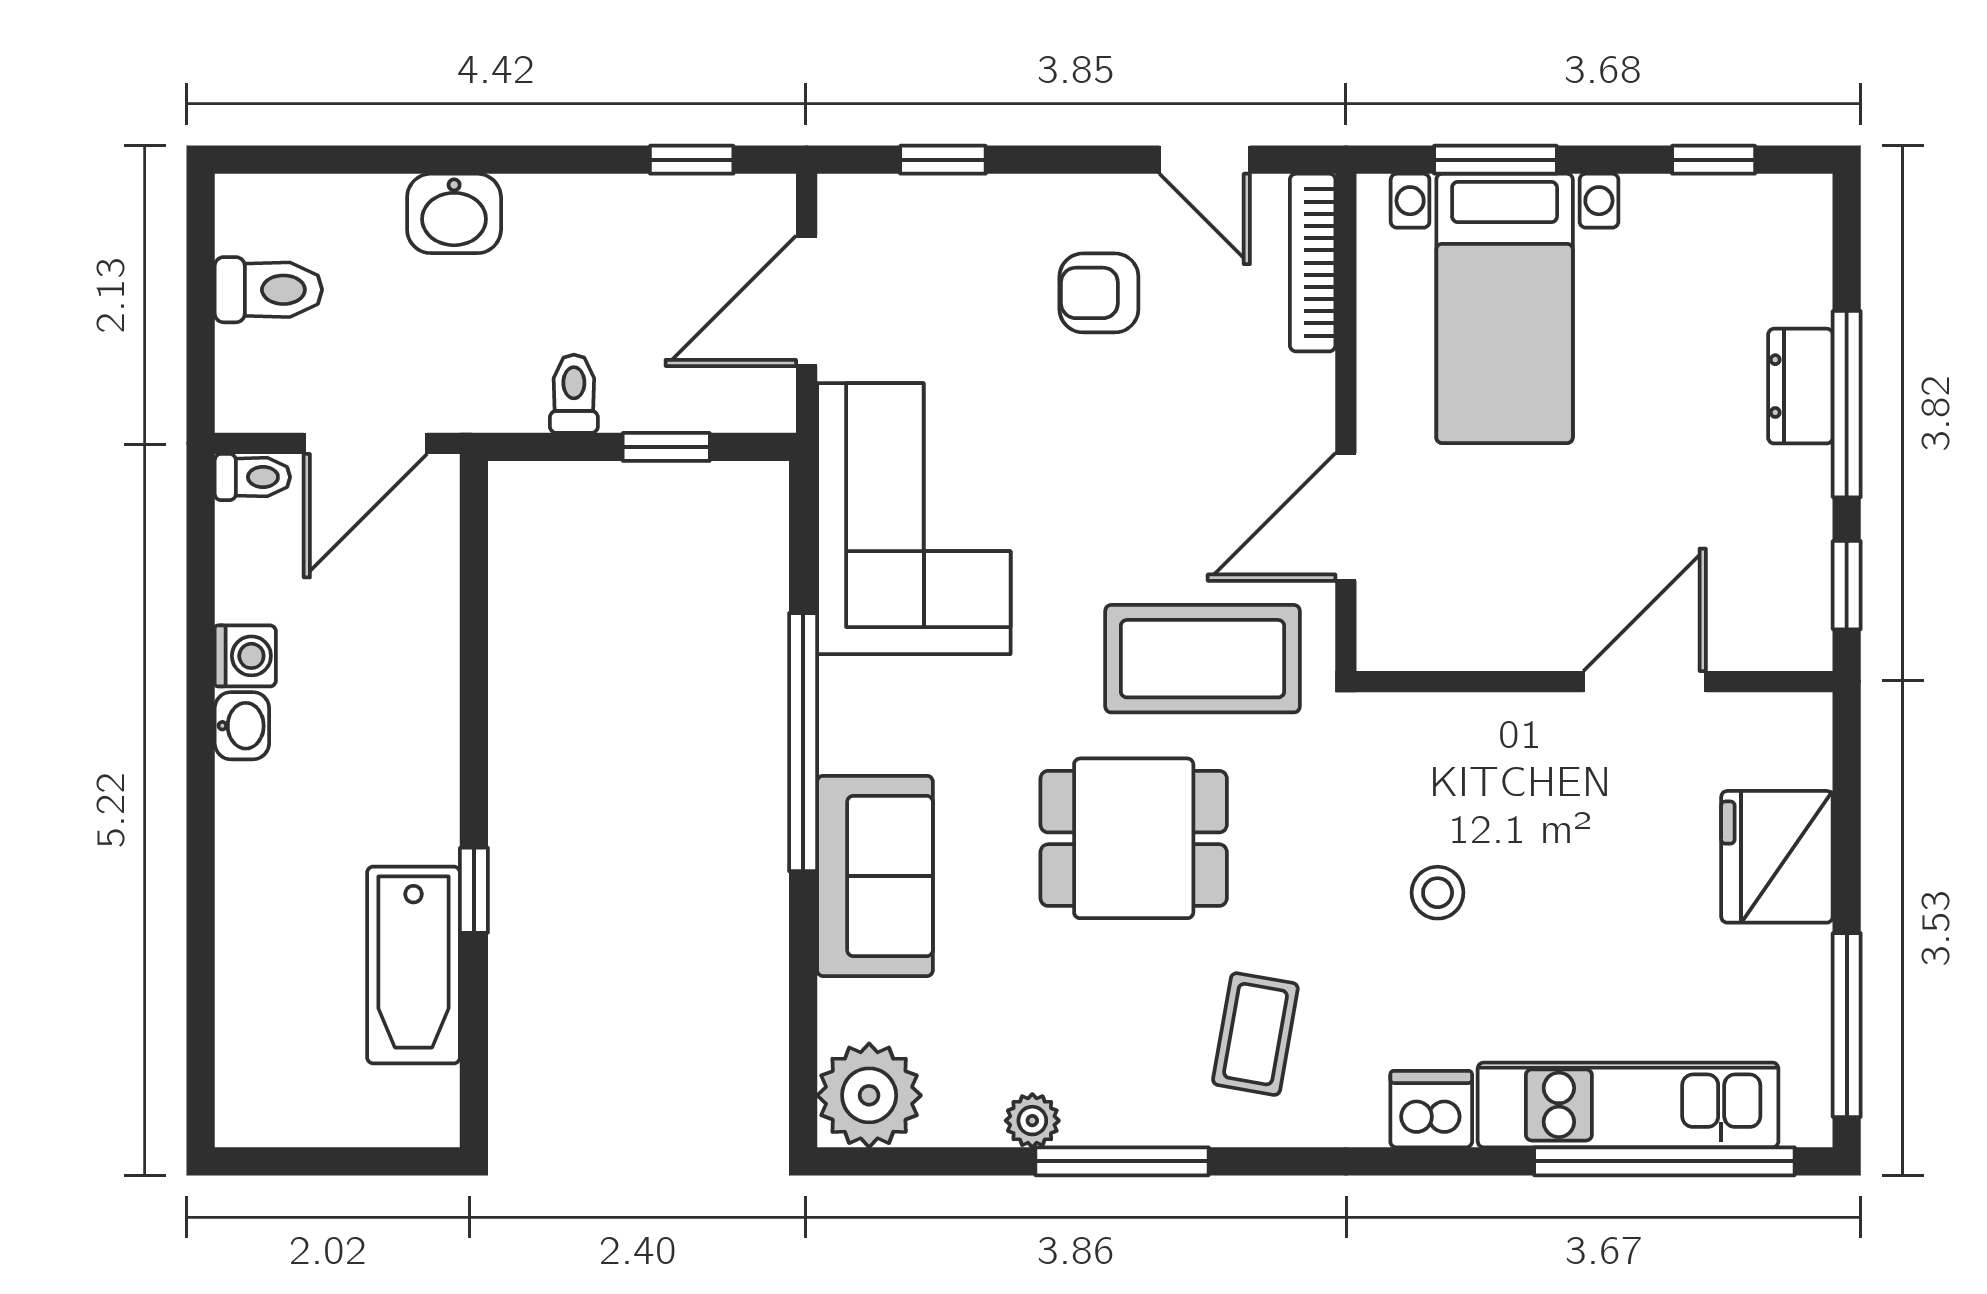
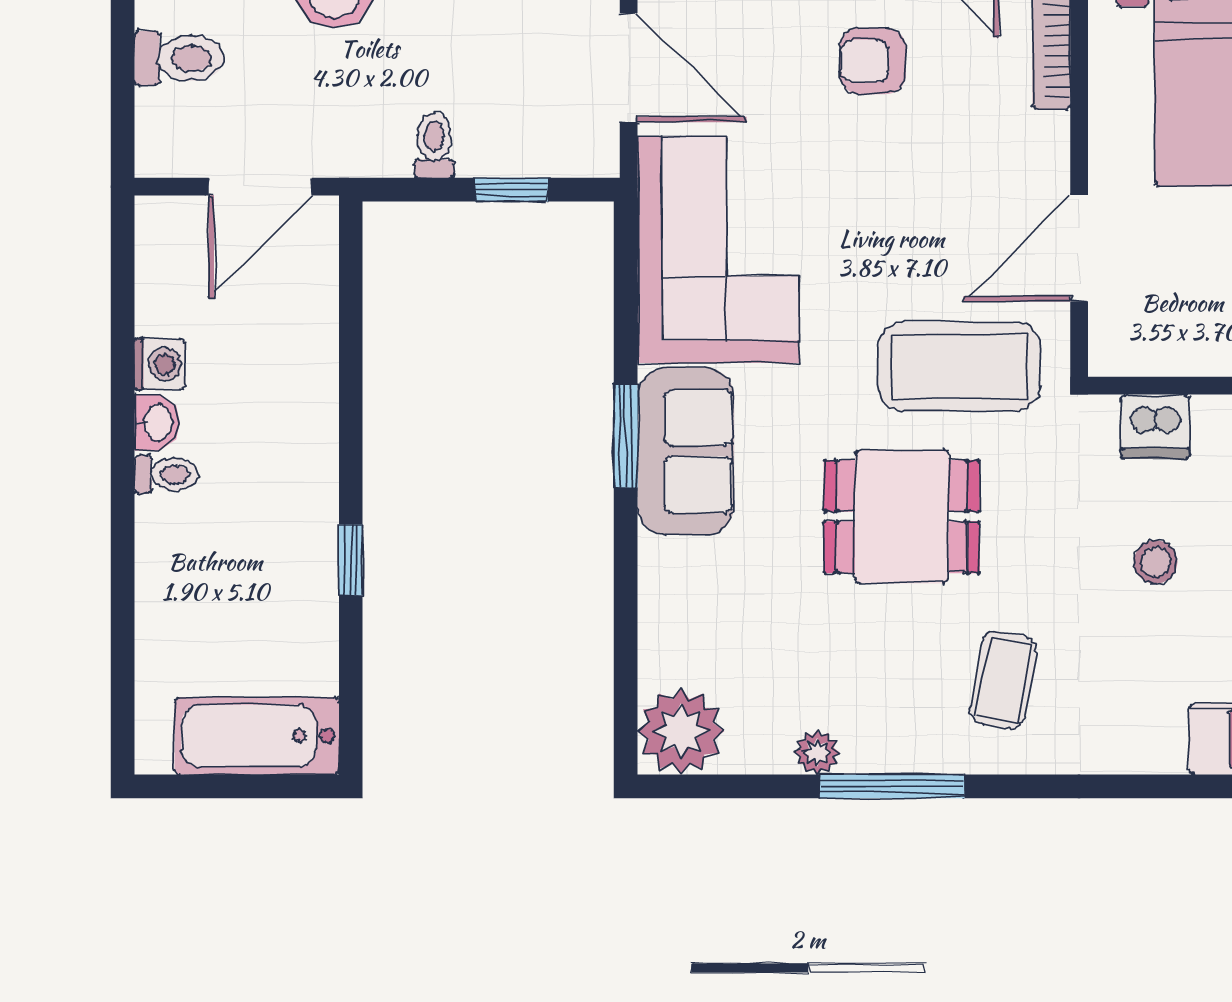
door: (807, 301) -> (629, 68), swing flipped
toilet: (252, 477) -> (166, 475), moved
window: (803, 742) -> (626, 436), width x0.47
sofa: (875, 876) -> (686, 451), moved
bathtub: (414, 965) -> (257, 736), moved, turned 90
dishwasher: (1431, 1109) -> (1155, 426), moved, turned 180

